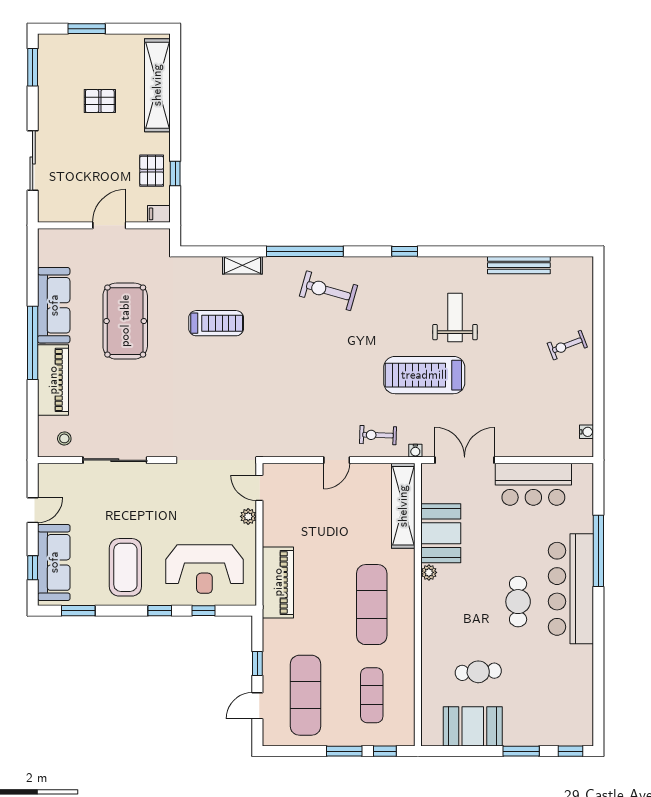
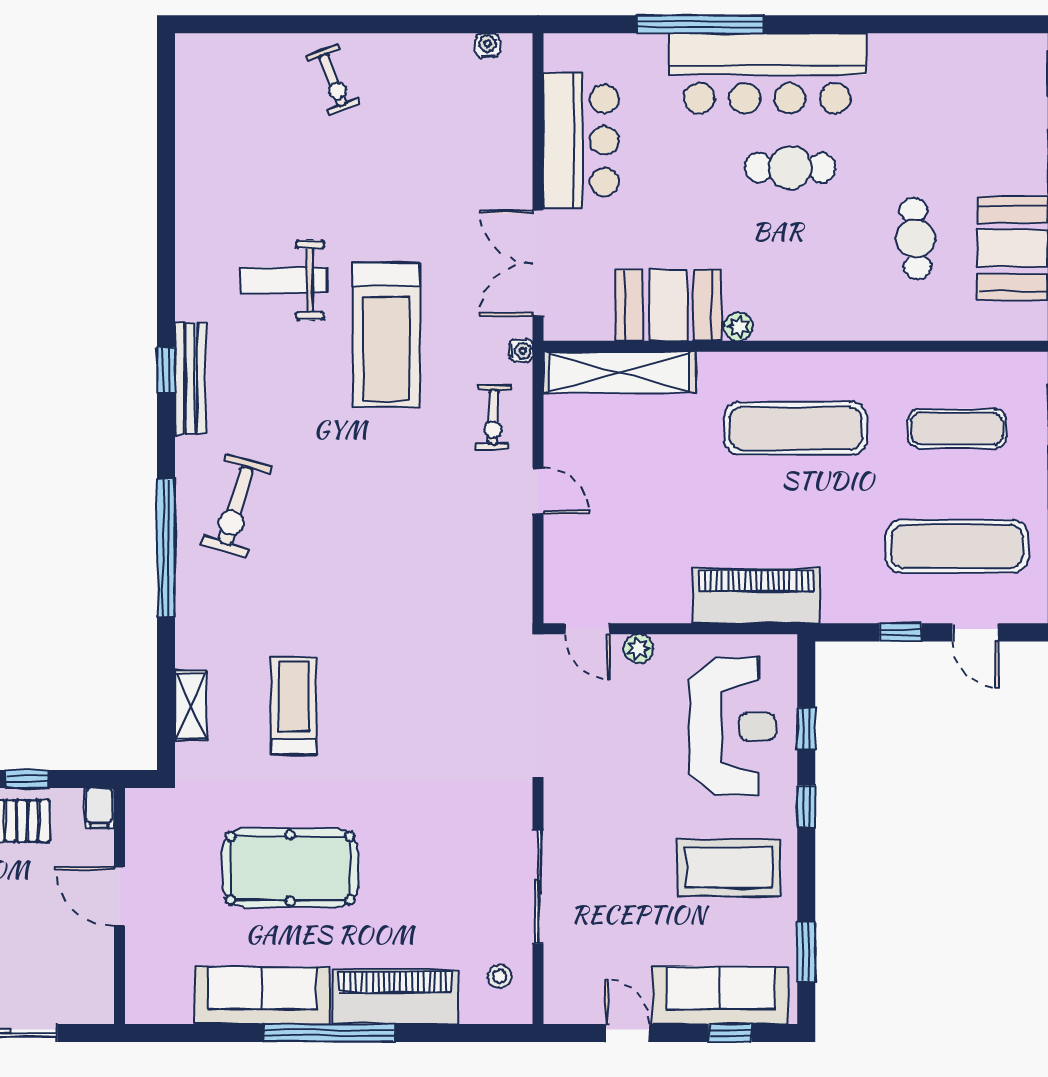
shelving: (242, 265) -> (191, 706), moved
bench: (519, 265) -> (191, 379), moved
door: (259, 488) -> (587, 629), hinge flipped

